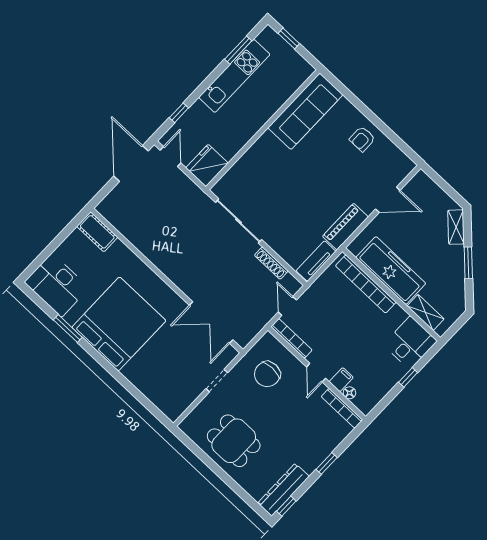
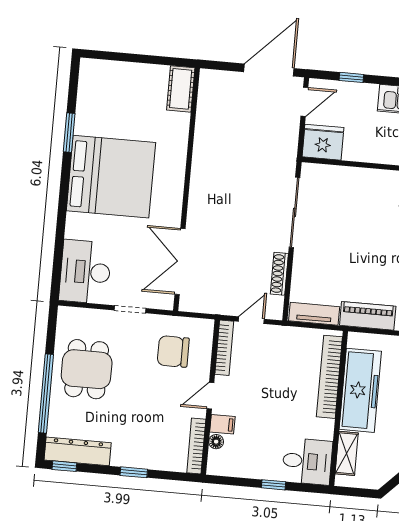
desk: (57, 285) -> (85, 272), moved
window: (228, 480) -> (46, 393), added

